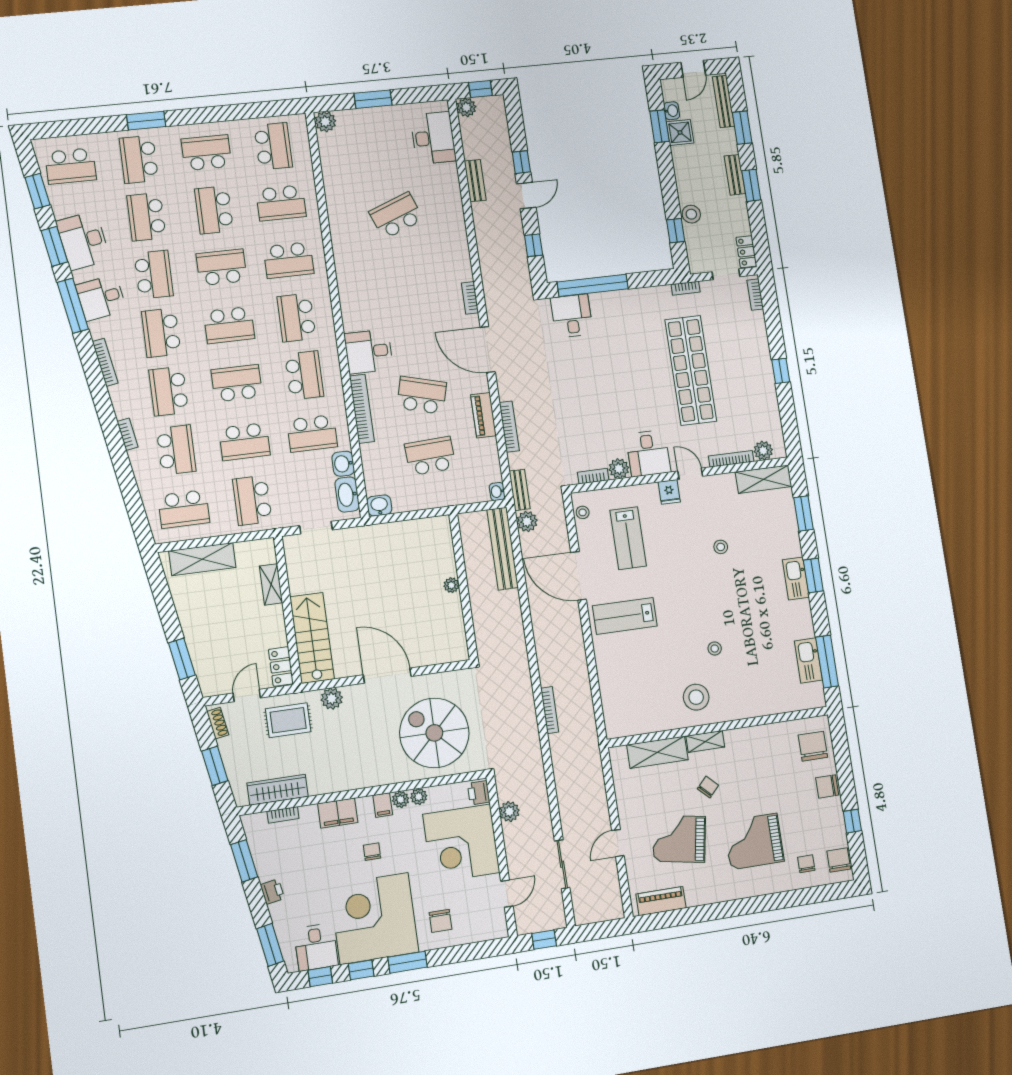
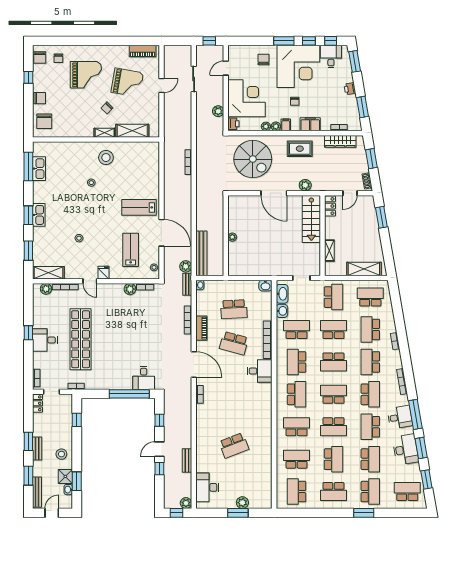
plant: (325, 122) -> (242, 503), moved
stool: (691, 214) -> (61, 454), moved
school desk: (169, 391) -> (370, 362), turned 180
desk: (648, 453) -> (45, 340), moved, turned -90
lab bench: (625, 616) -> (139, 207), turned 180
rug: (288, 720) -> (300, 149), moved

